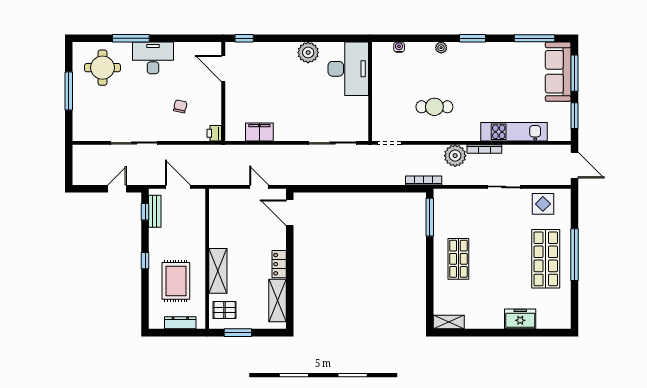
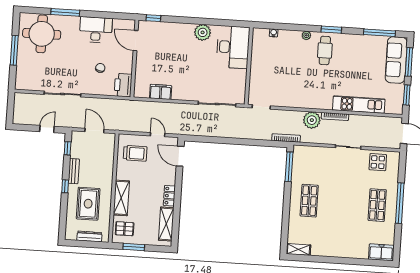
desk: (153, 58) -> (96, 30), moved
round table: (102, 68) -> (42, 34), width x1.36, depth x1.36
cafe table: (434, 107) -> (325, 50), moved, turned 90
printer: (214, 133) -> (123, 85), width x1.87, depth x1.48
bench: (155, 211) -> (74, 171), moved
trolley: (232, 213) -> (135, 153), added
shop shelf: (546, 259) -> (377, 205), width x0.70, depth x0.74
freezer: (520, 319) -> (381, 252), moved

